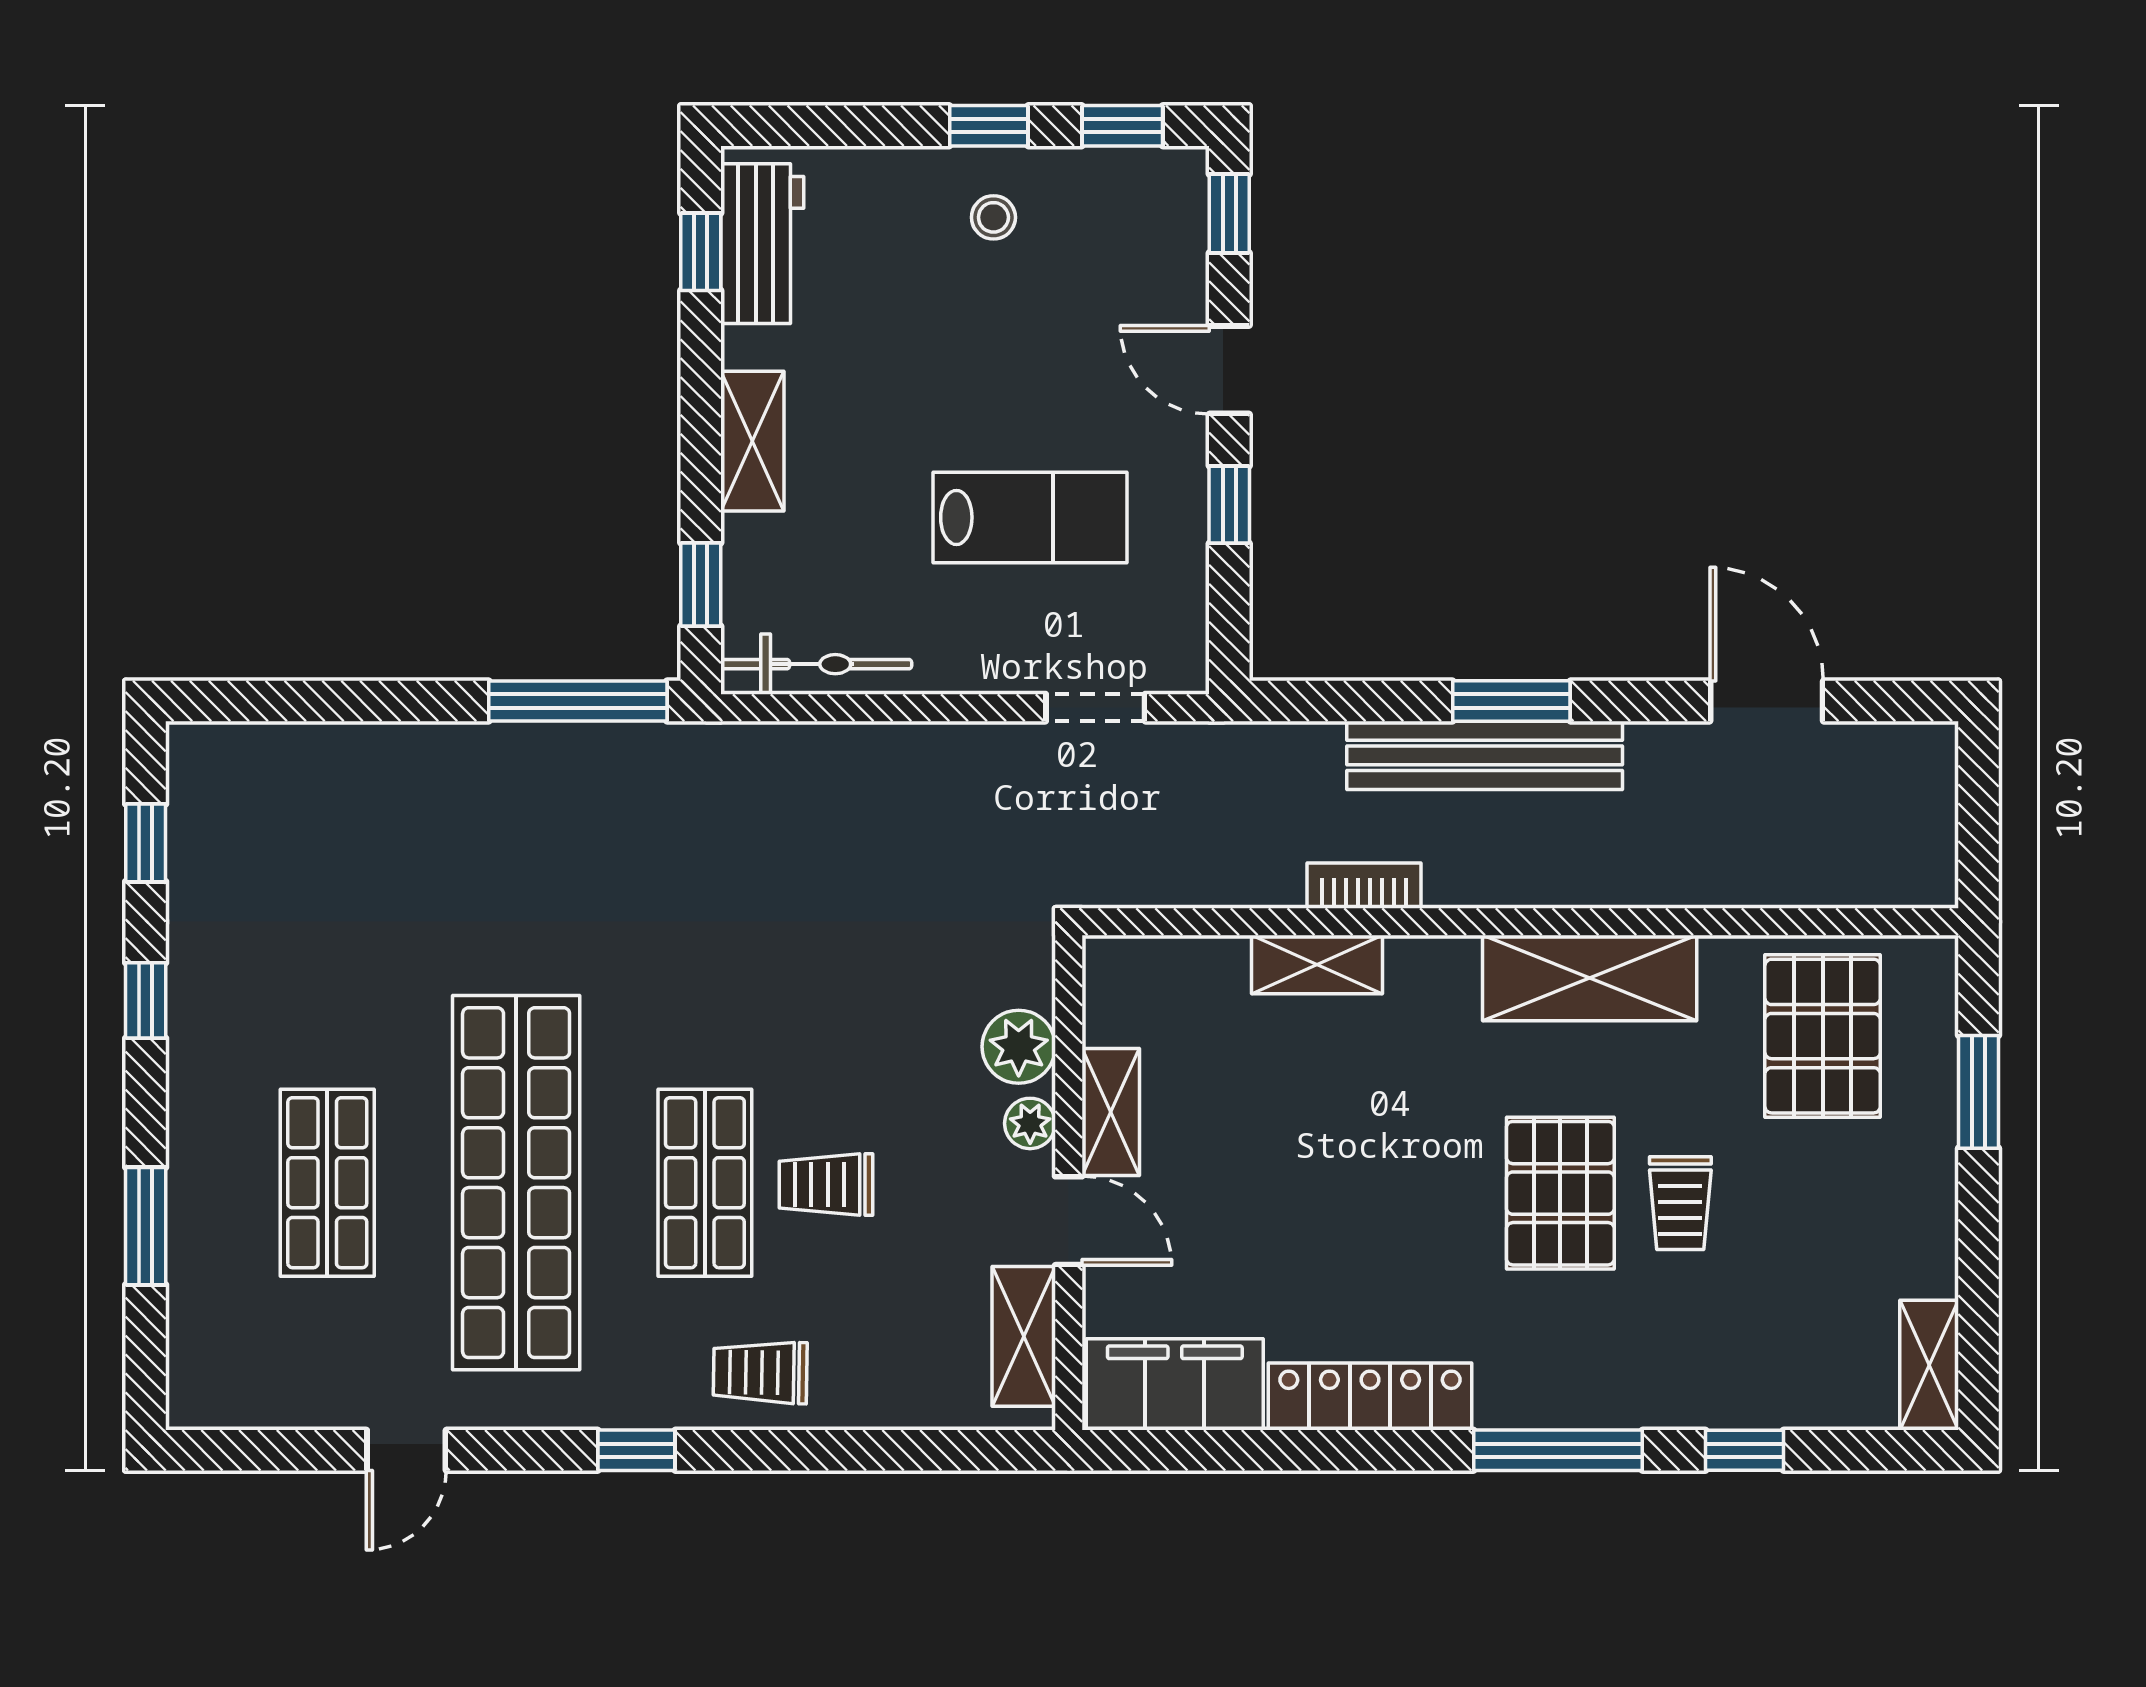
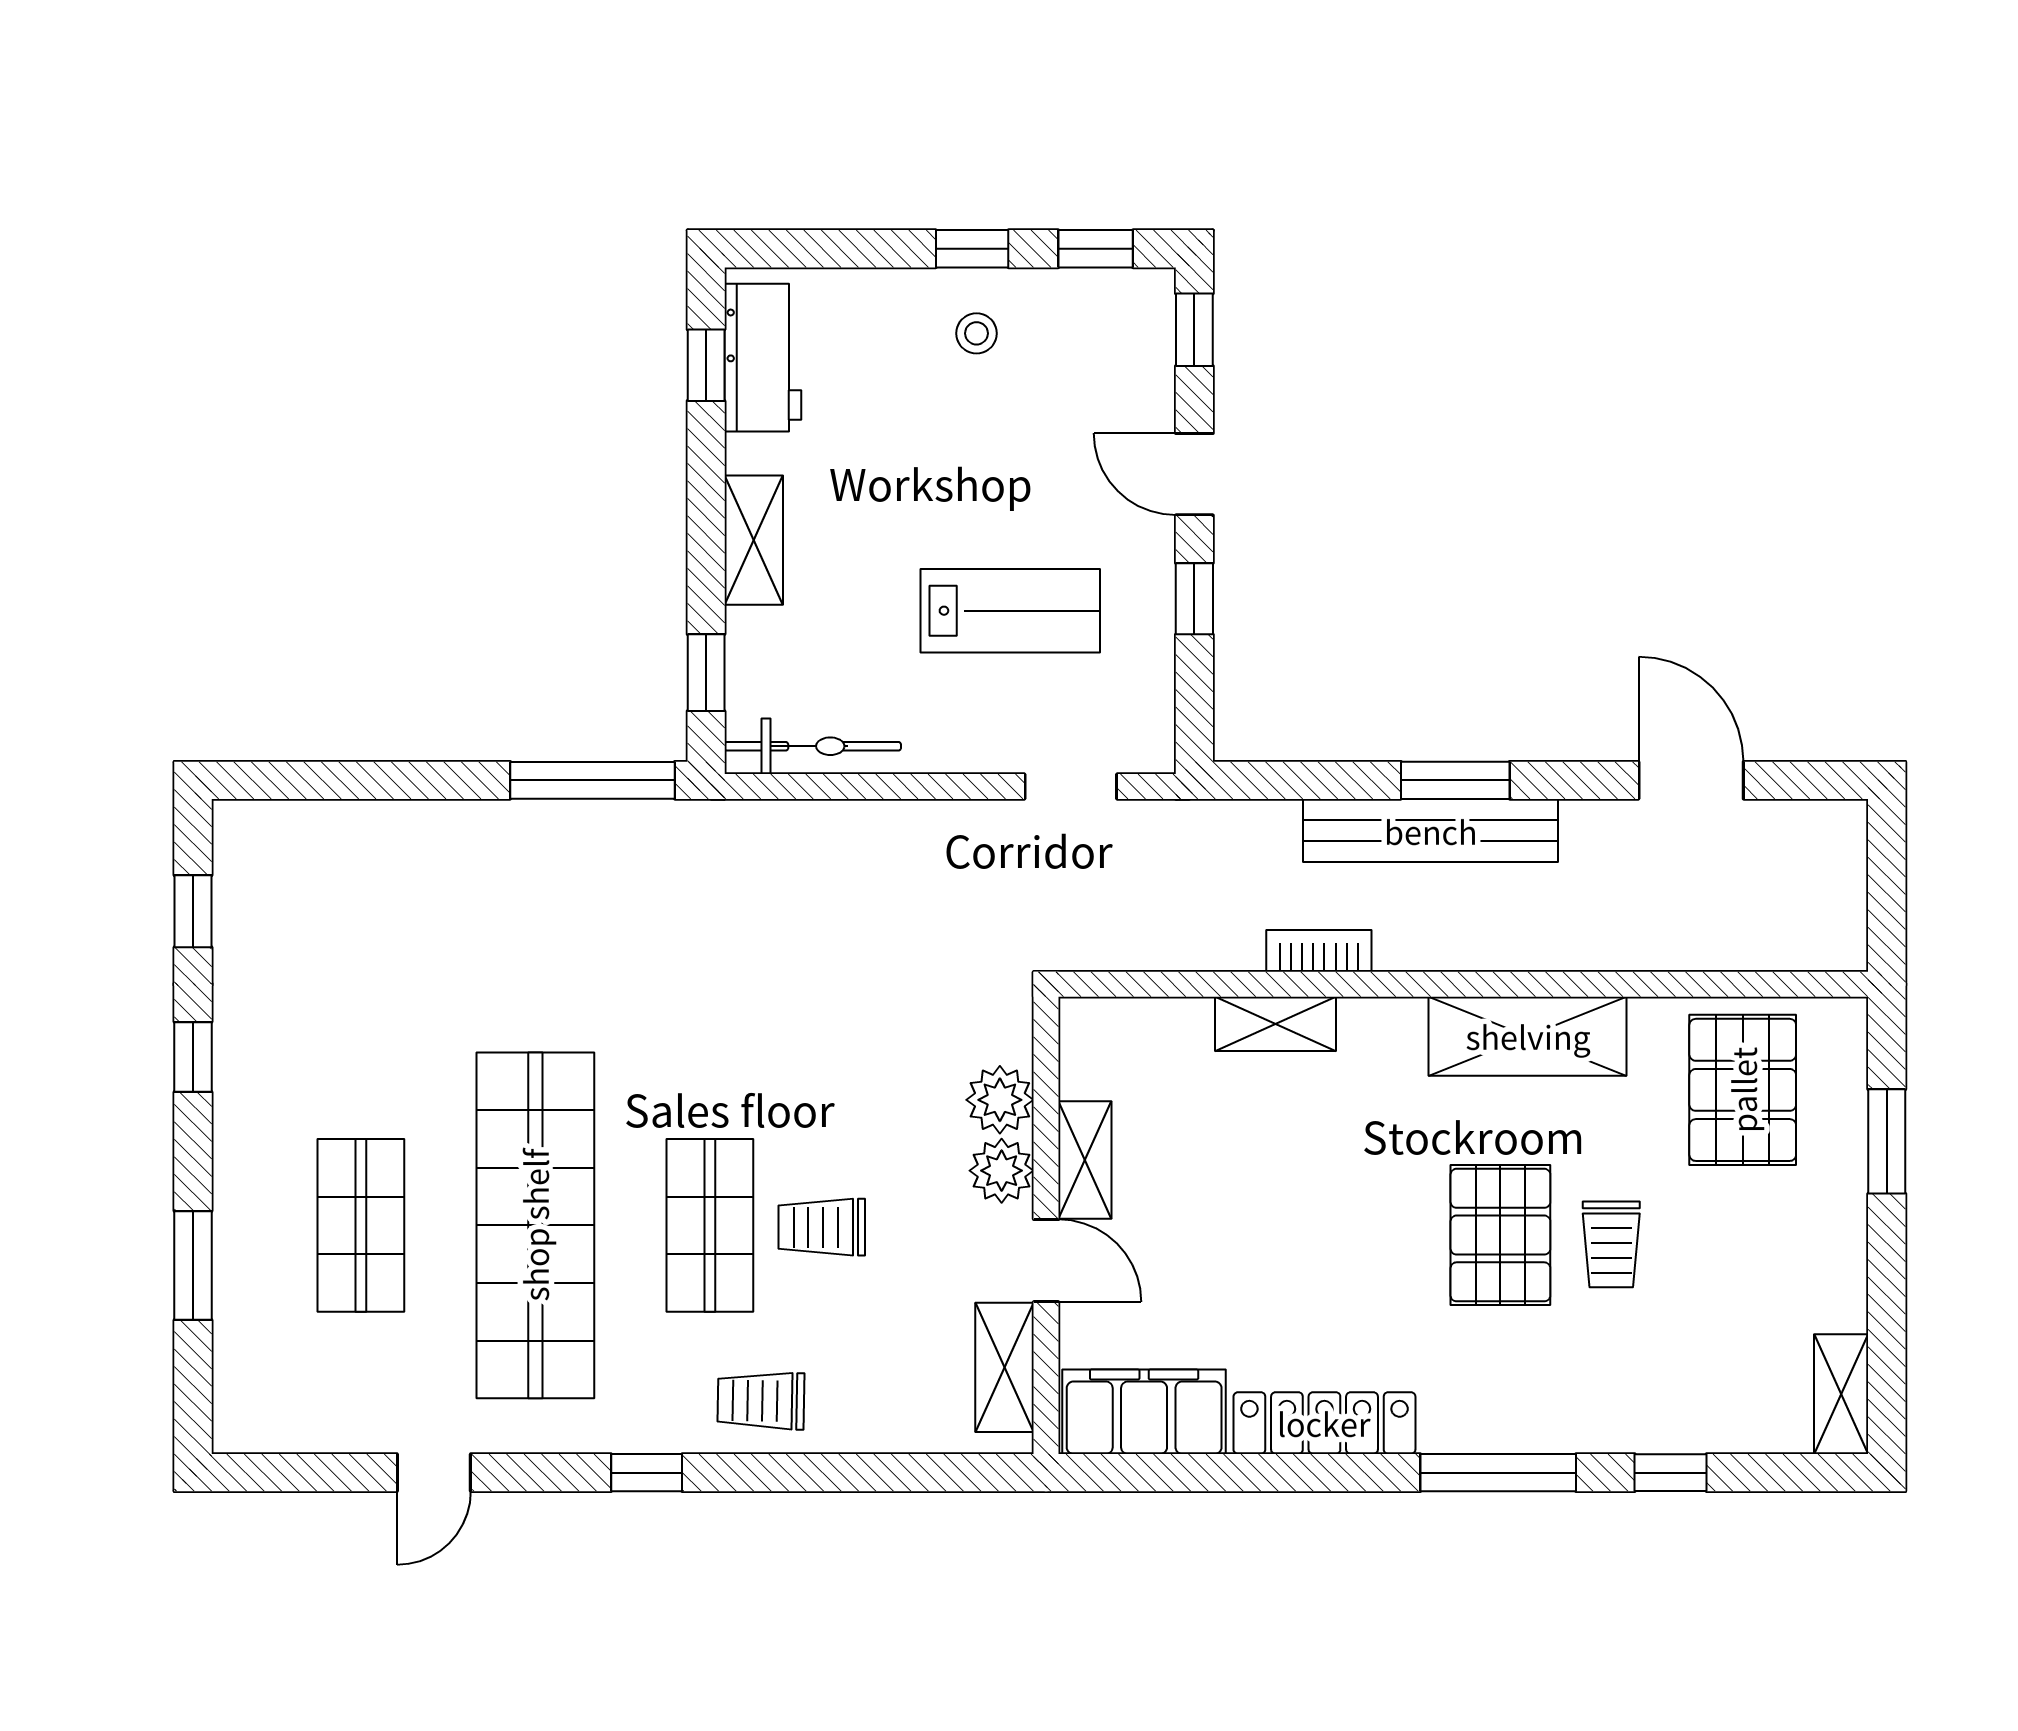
plant: (1030, 1123) -> (1002, 1171), width x1.38, depth x1.38

